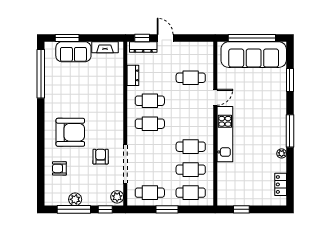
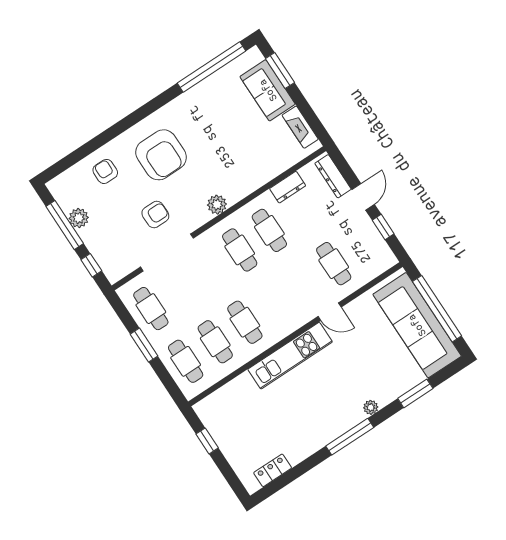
window: (142, 38) -> (383, 227), moved
plant: (282, 153) -> (371, 407), moved
plant: (117, 197) -> (217, 205), moved

